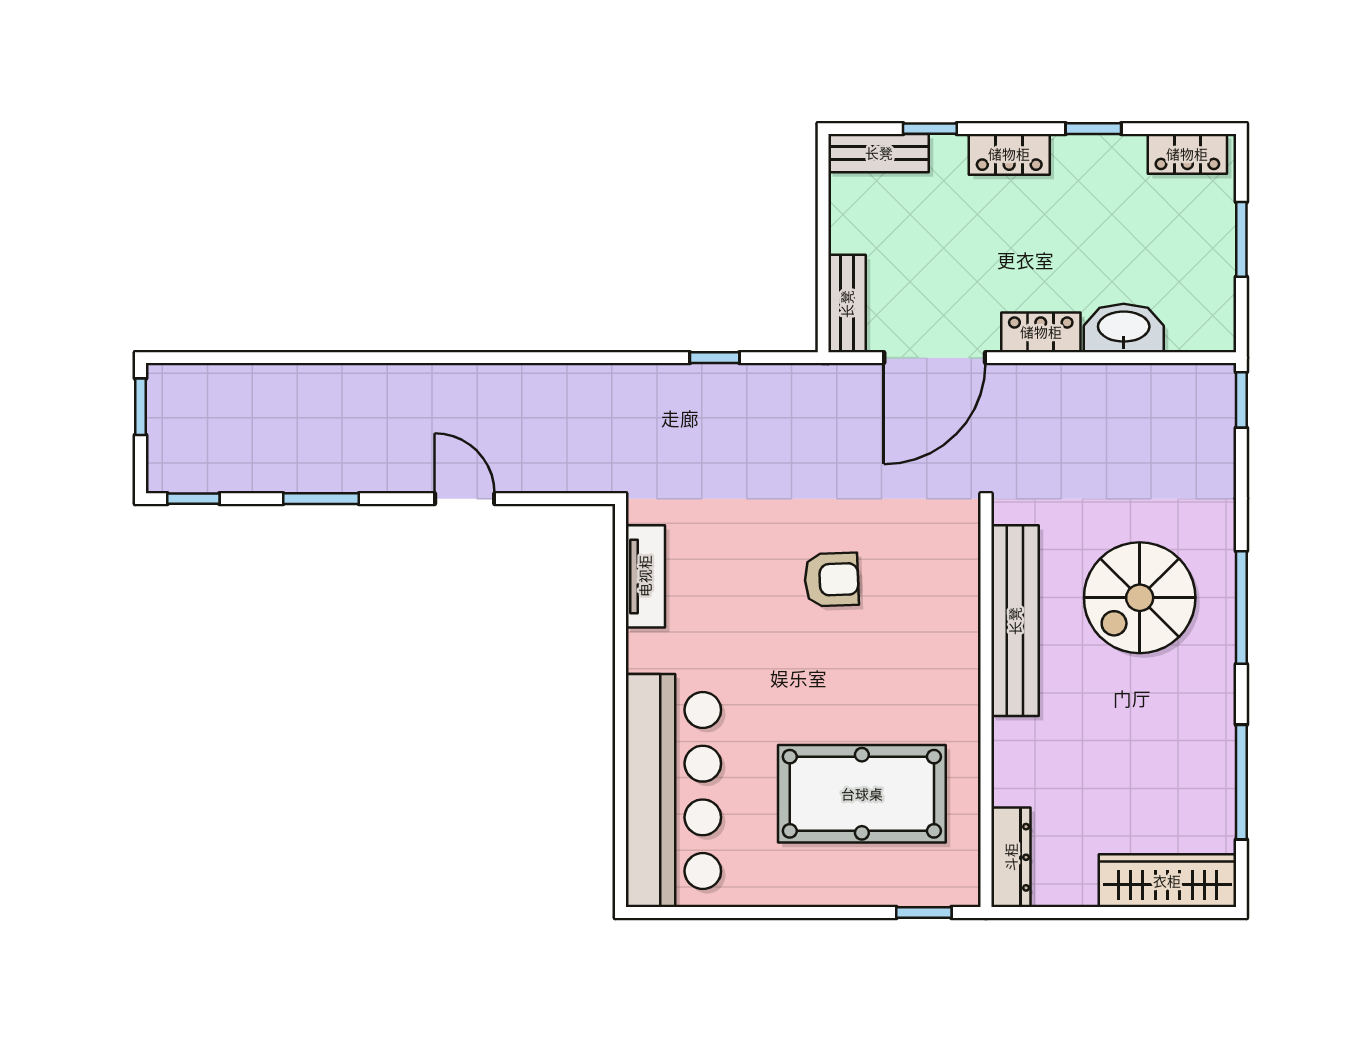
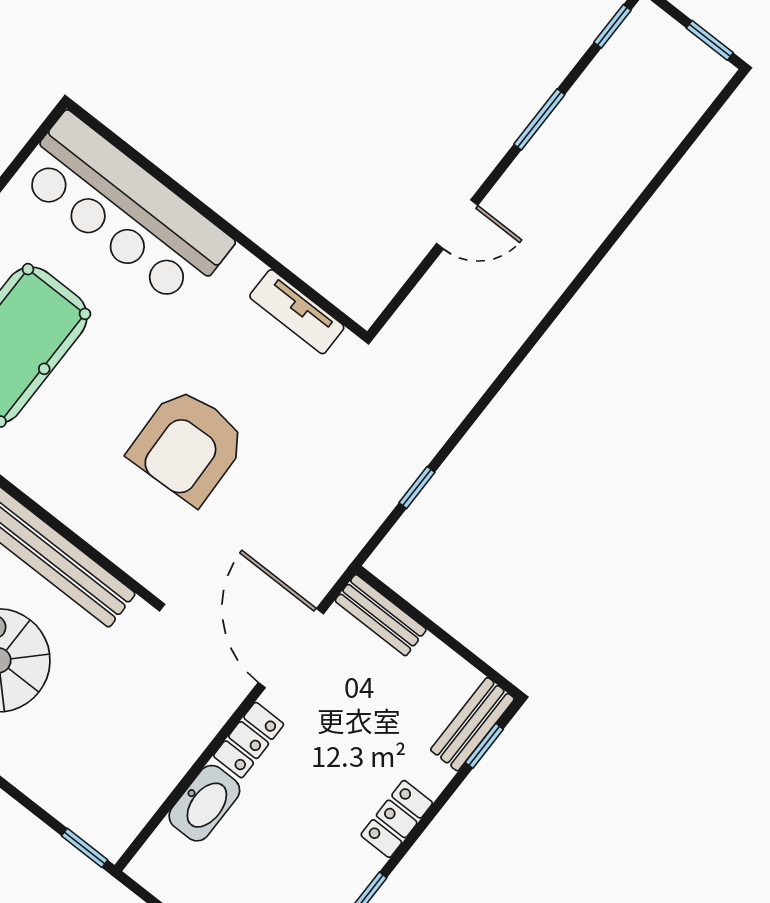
window: (930, 129) -> (484, 746), moved
armchair: (832, 580) -> (188, 446), width x1.88, depth x1.88

